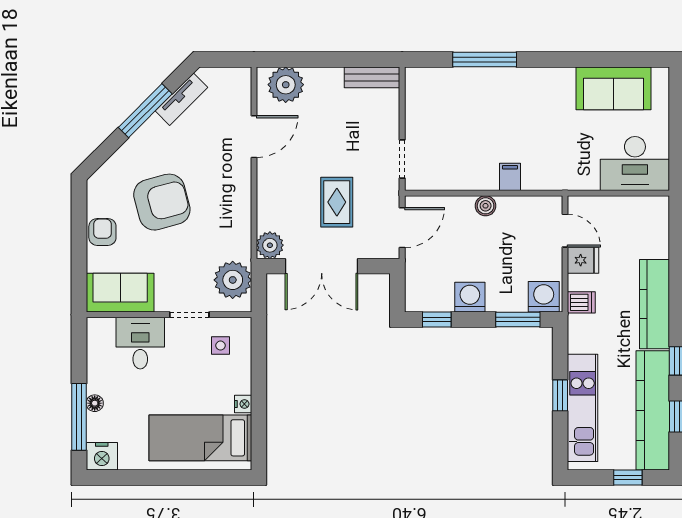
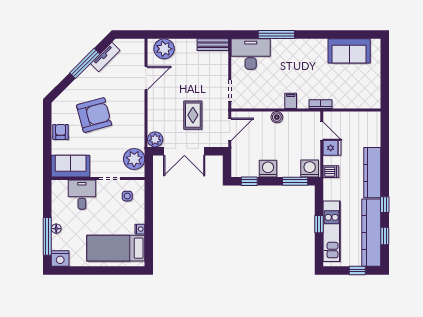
desk: (635, 164) -> (251, 54), moved, turned 180
bookcase: (563, 183) -> (320, 104), added

